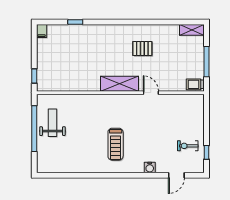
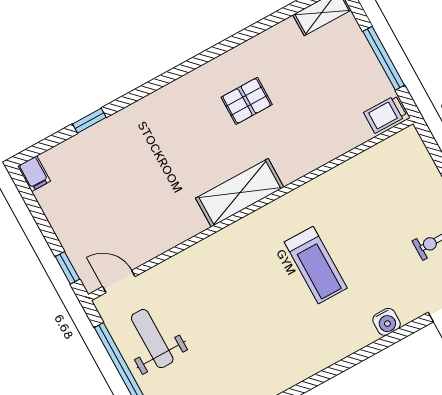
door: (151, 93) -> (119, 282), moved
treadmill: (116, 144) -> (316, 265), moved

